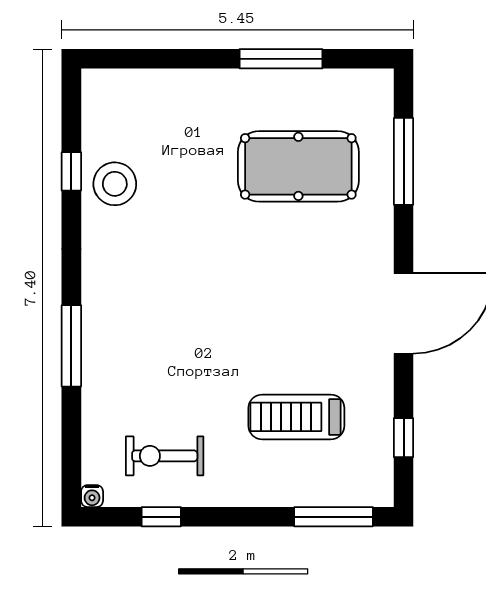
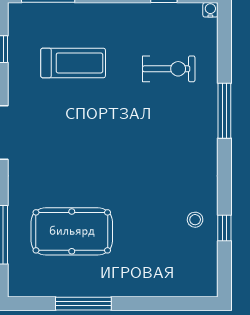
stool: (115, 184) -> (195, 220), width x0.53, depth x0.53
exercise bike: (165, 456) -> (169, 69), moved

